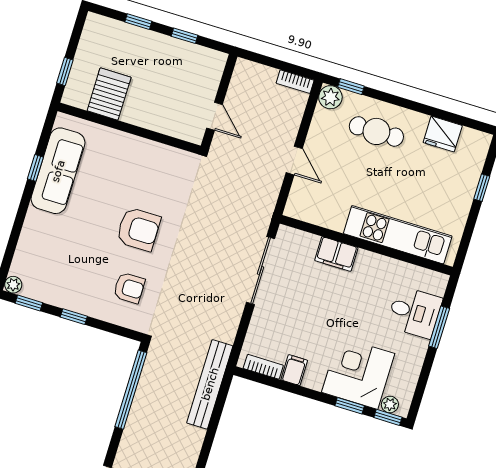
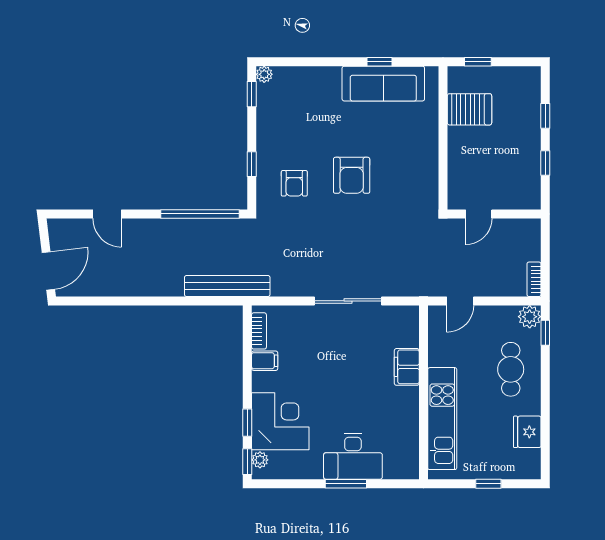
kitchen unit: (398, 235) -> (442, 419), moved
wall: (366, 245) -> (423, 392), moved
filing cabinet: (336, 254) -> (407, 367), moved
desk: (414, 312) -> (353, 456), width x1.37
window: (74, 317) -> (252, 164), moved

